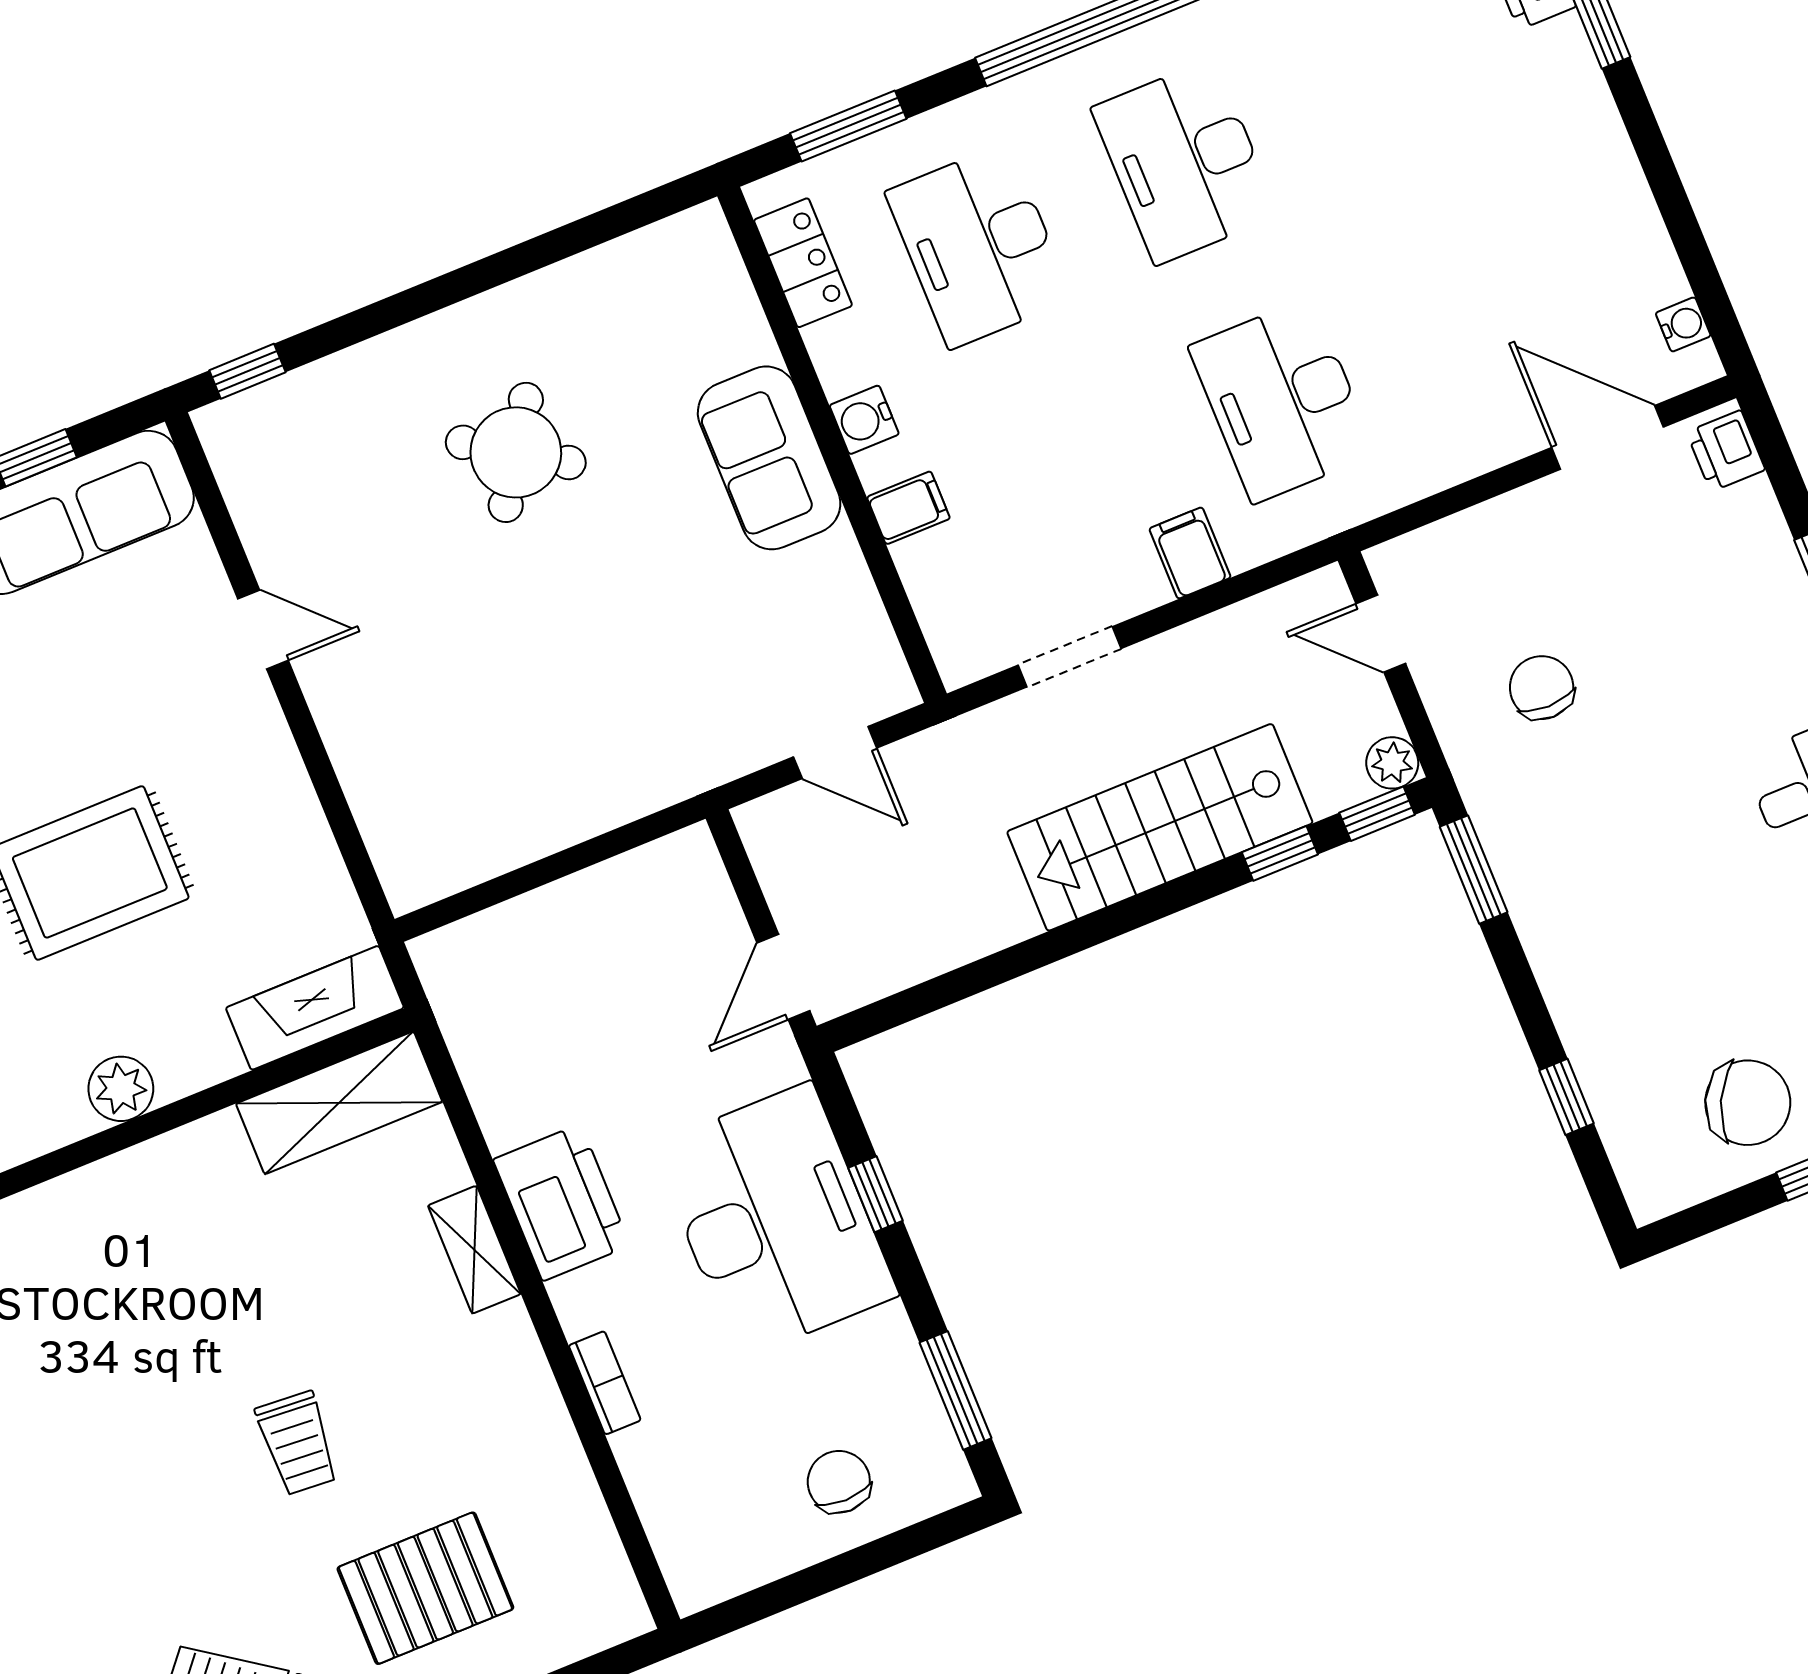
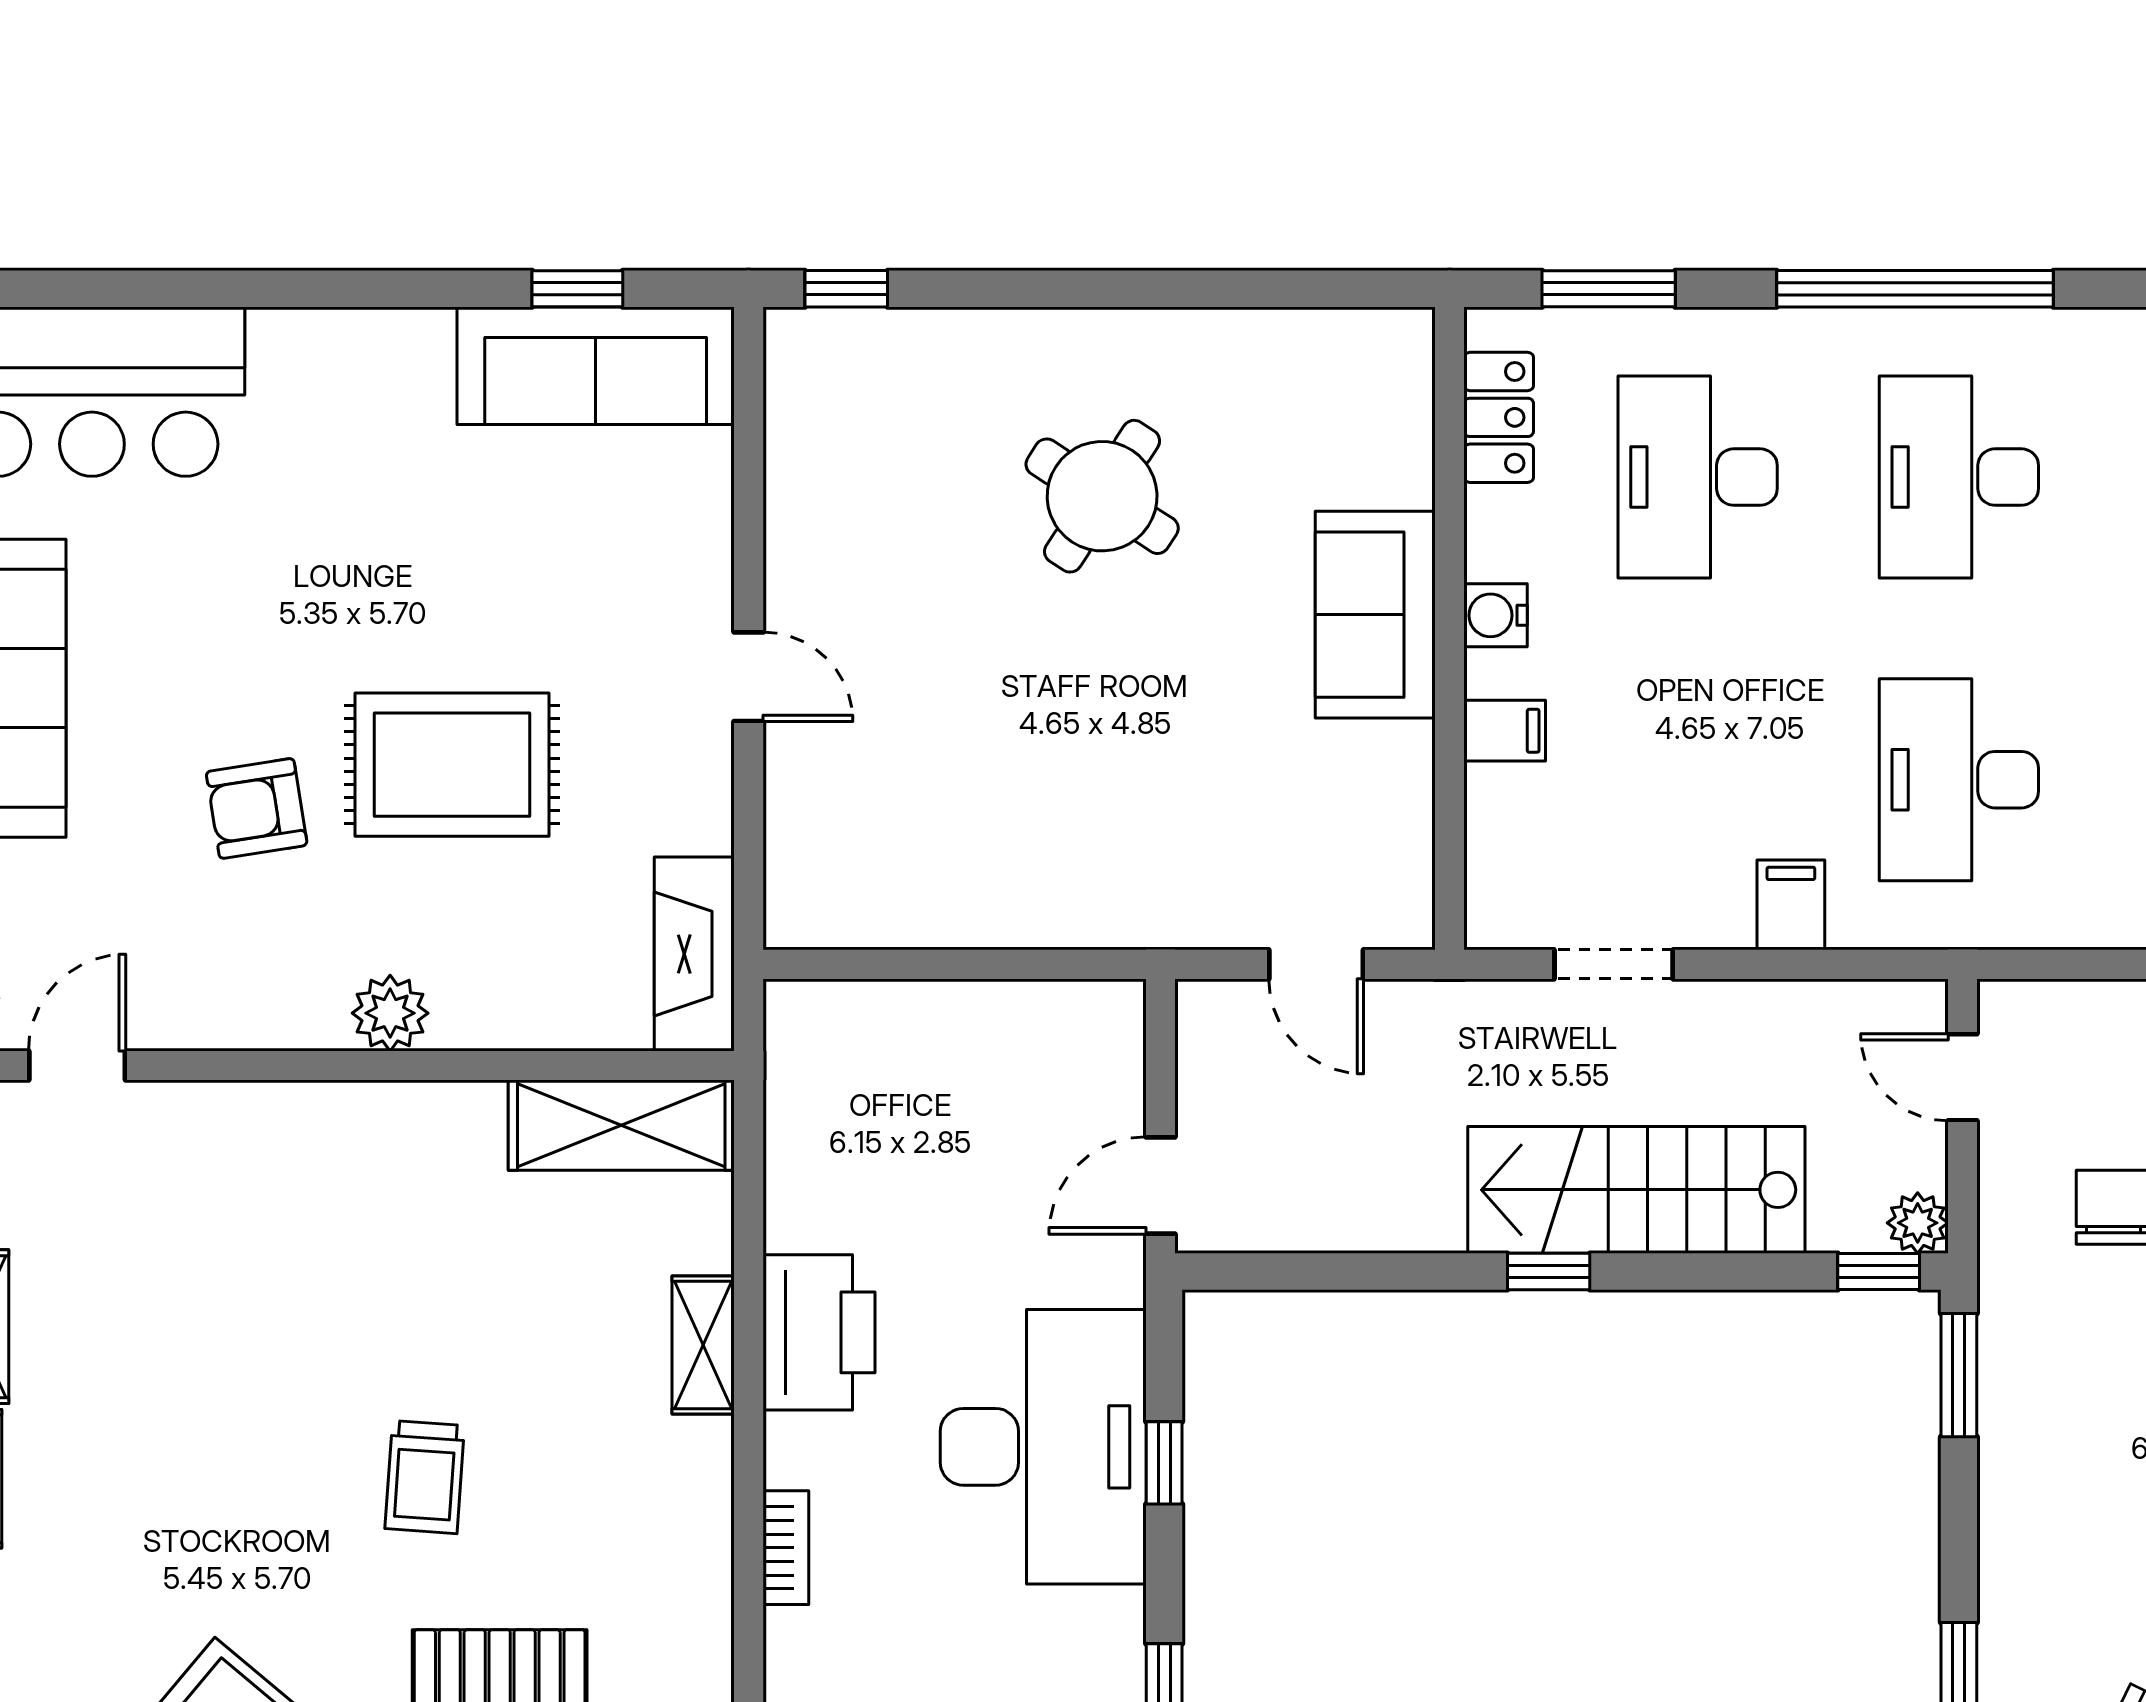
door: (263, 629) -> (749, 677), moved
window: (1280, 853) -> (1549, 1271), moved
fireplace: (315, 1008) -> (694, 954), moved, turned -90

